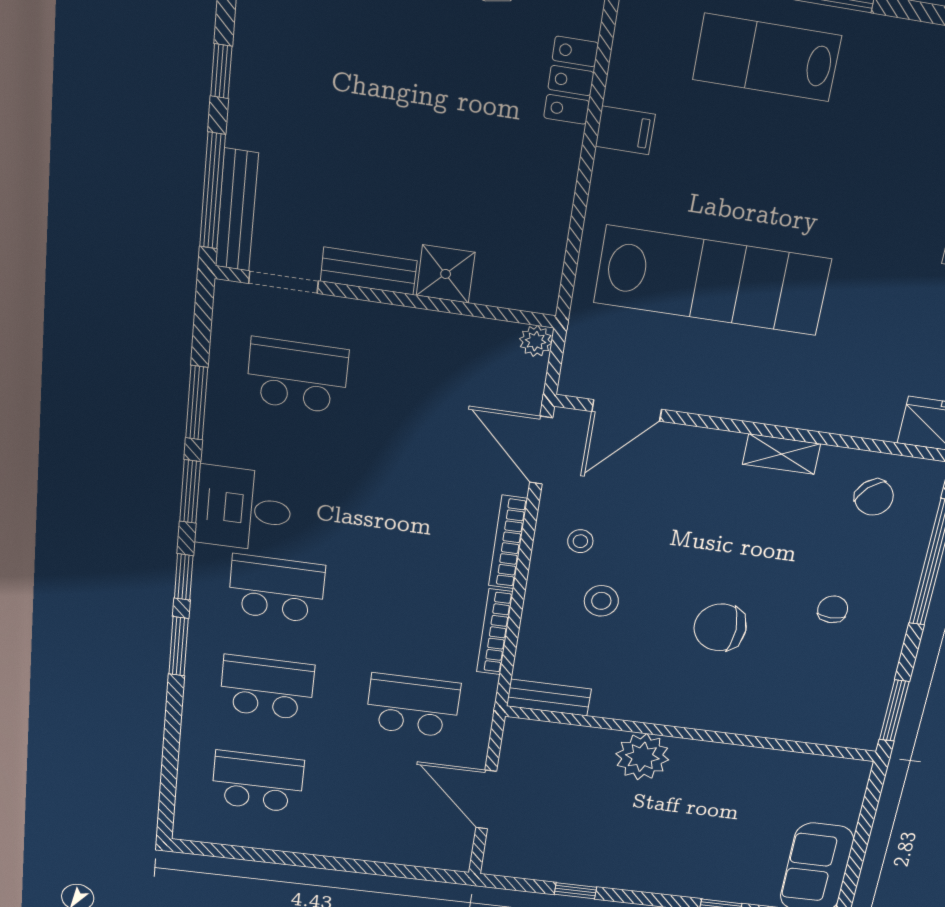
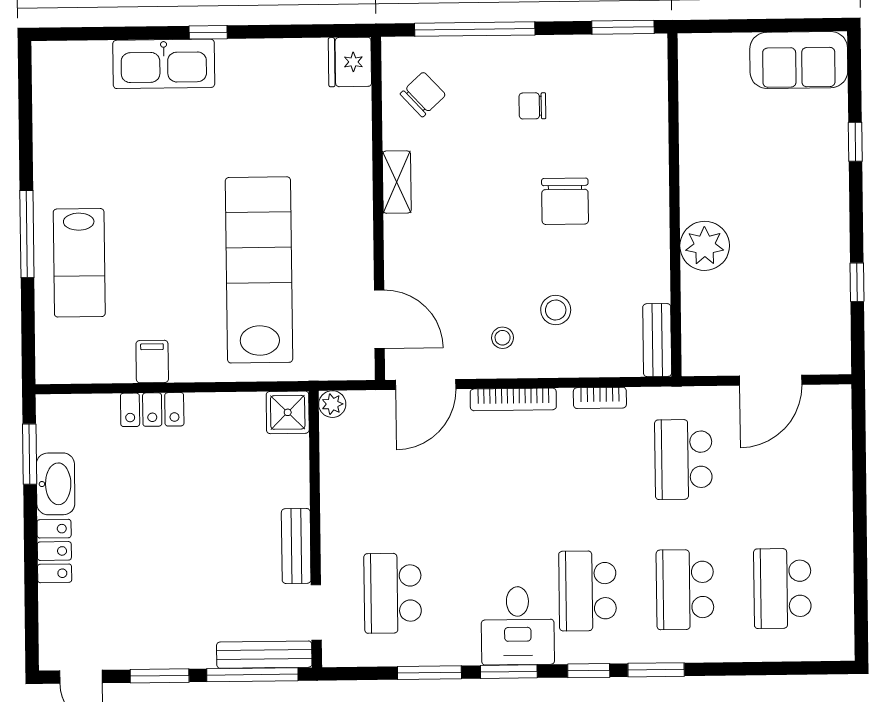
window: (221, 71) -> (160, 676), width x1.50
locker: (571, 81) -> (152, 410), moved
shower: (446, 274) -> (288, 412), moved
bookcase: (495, 632) -> (600, 398), width x0.64

